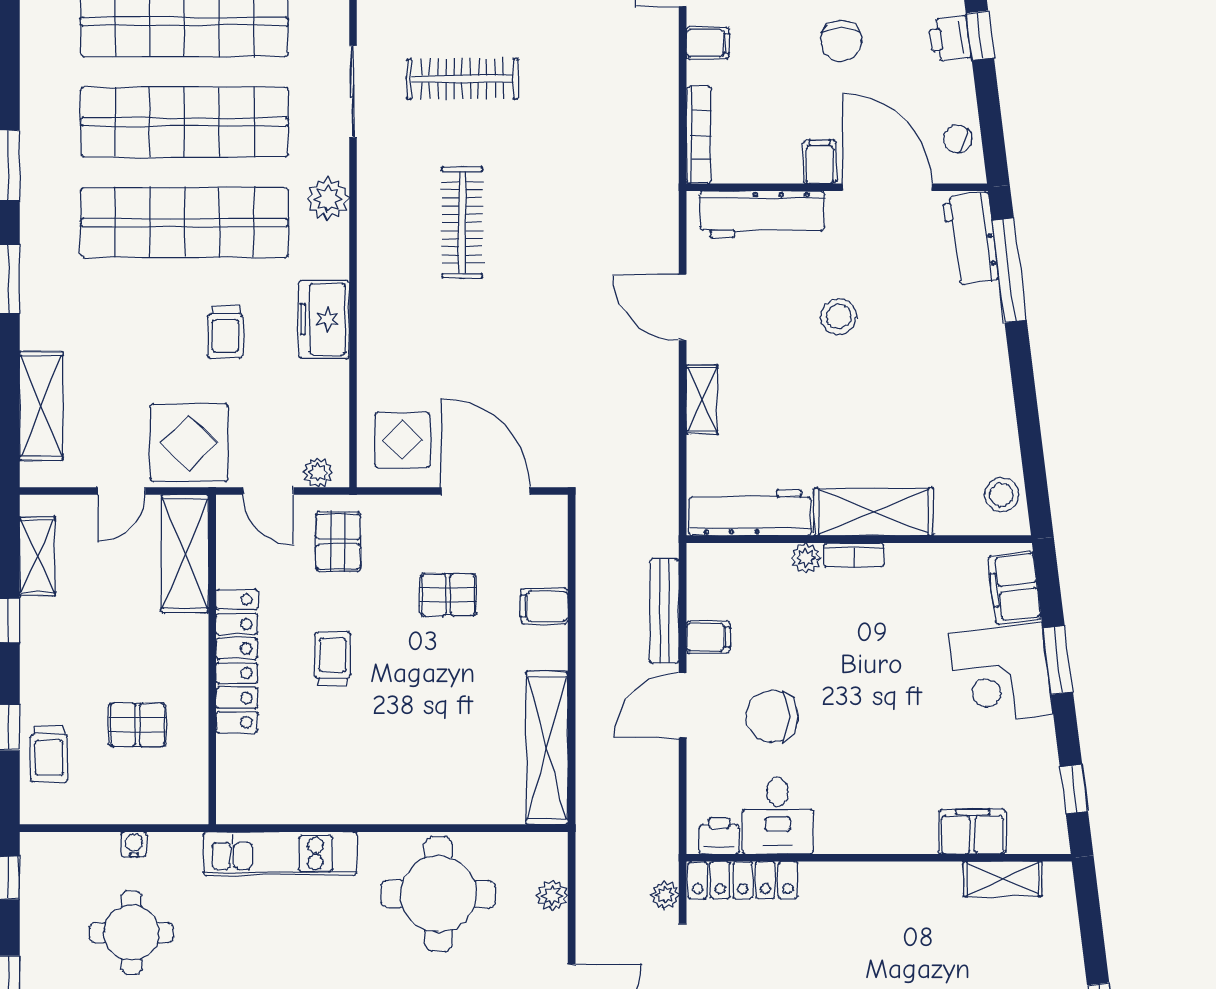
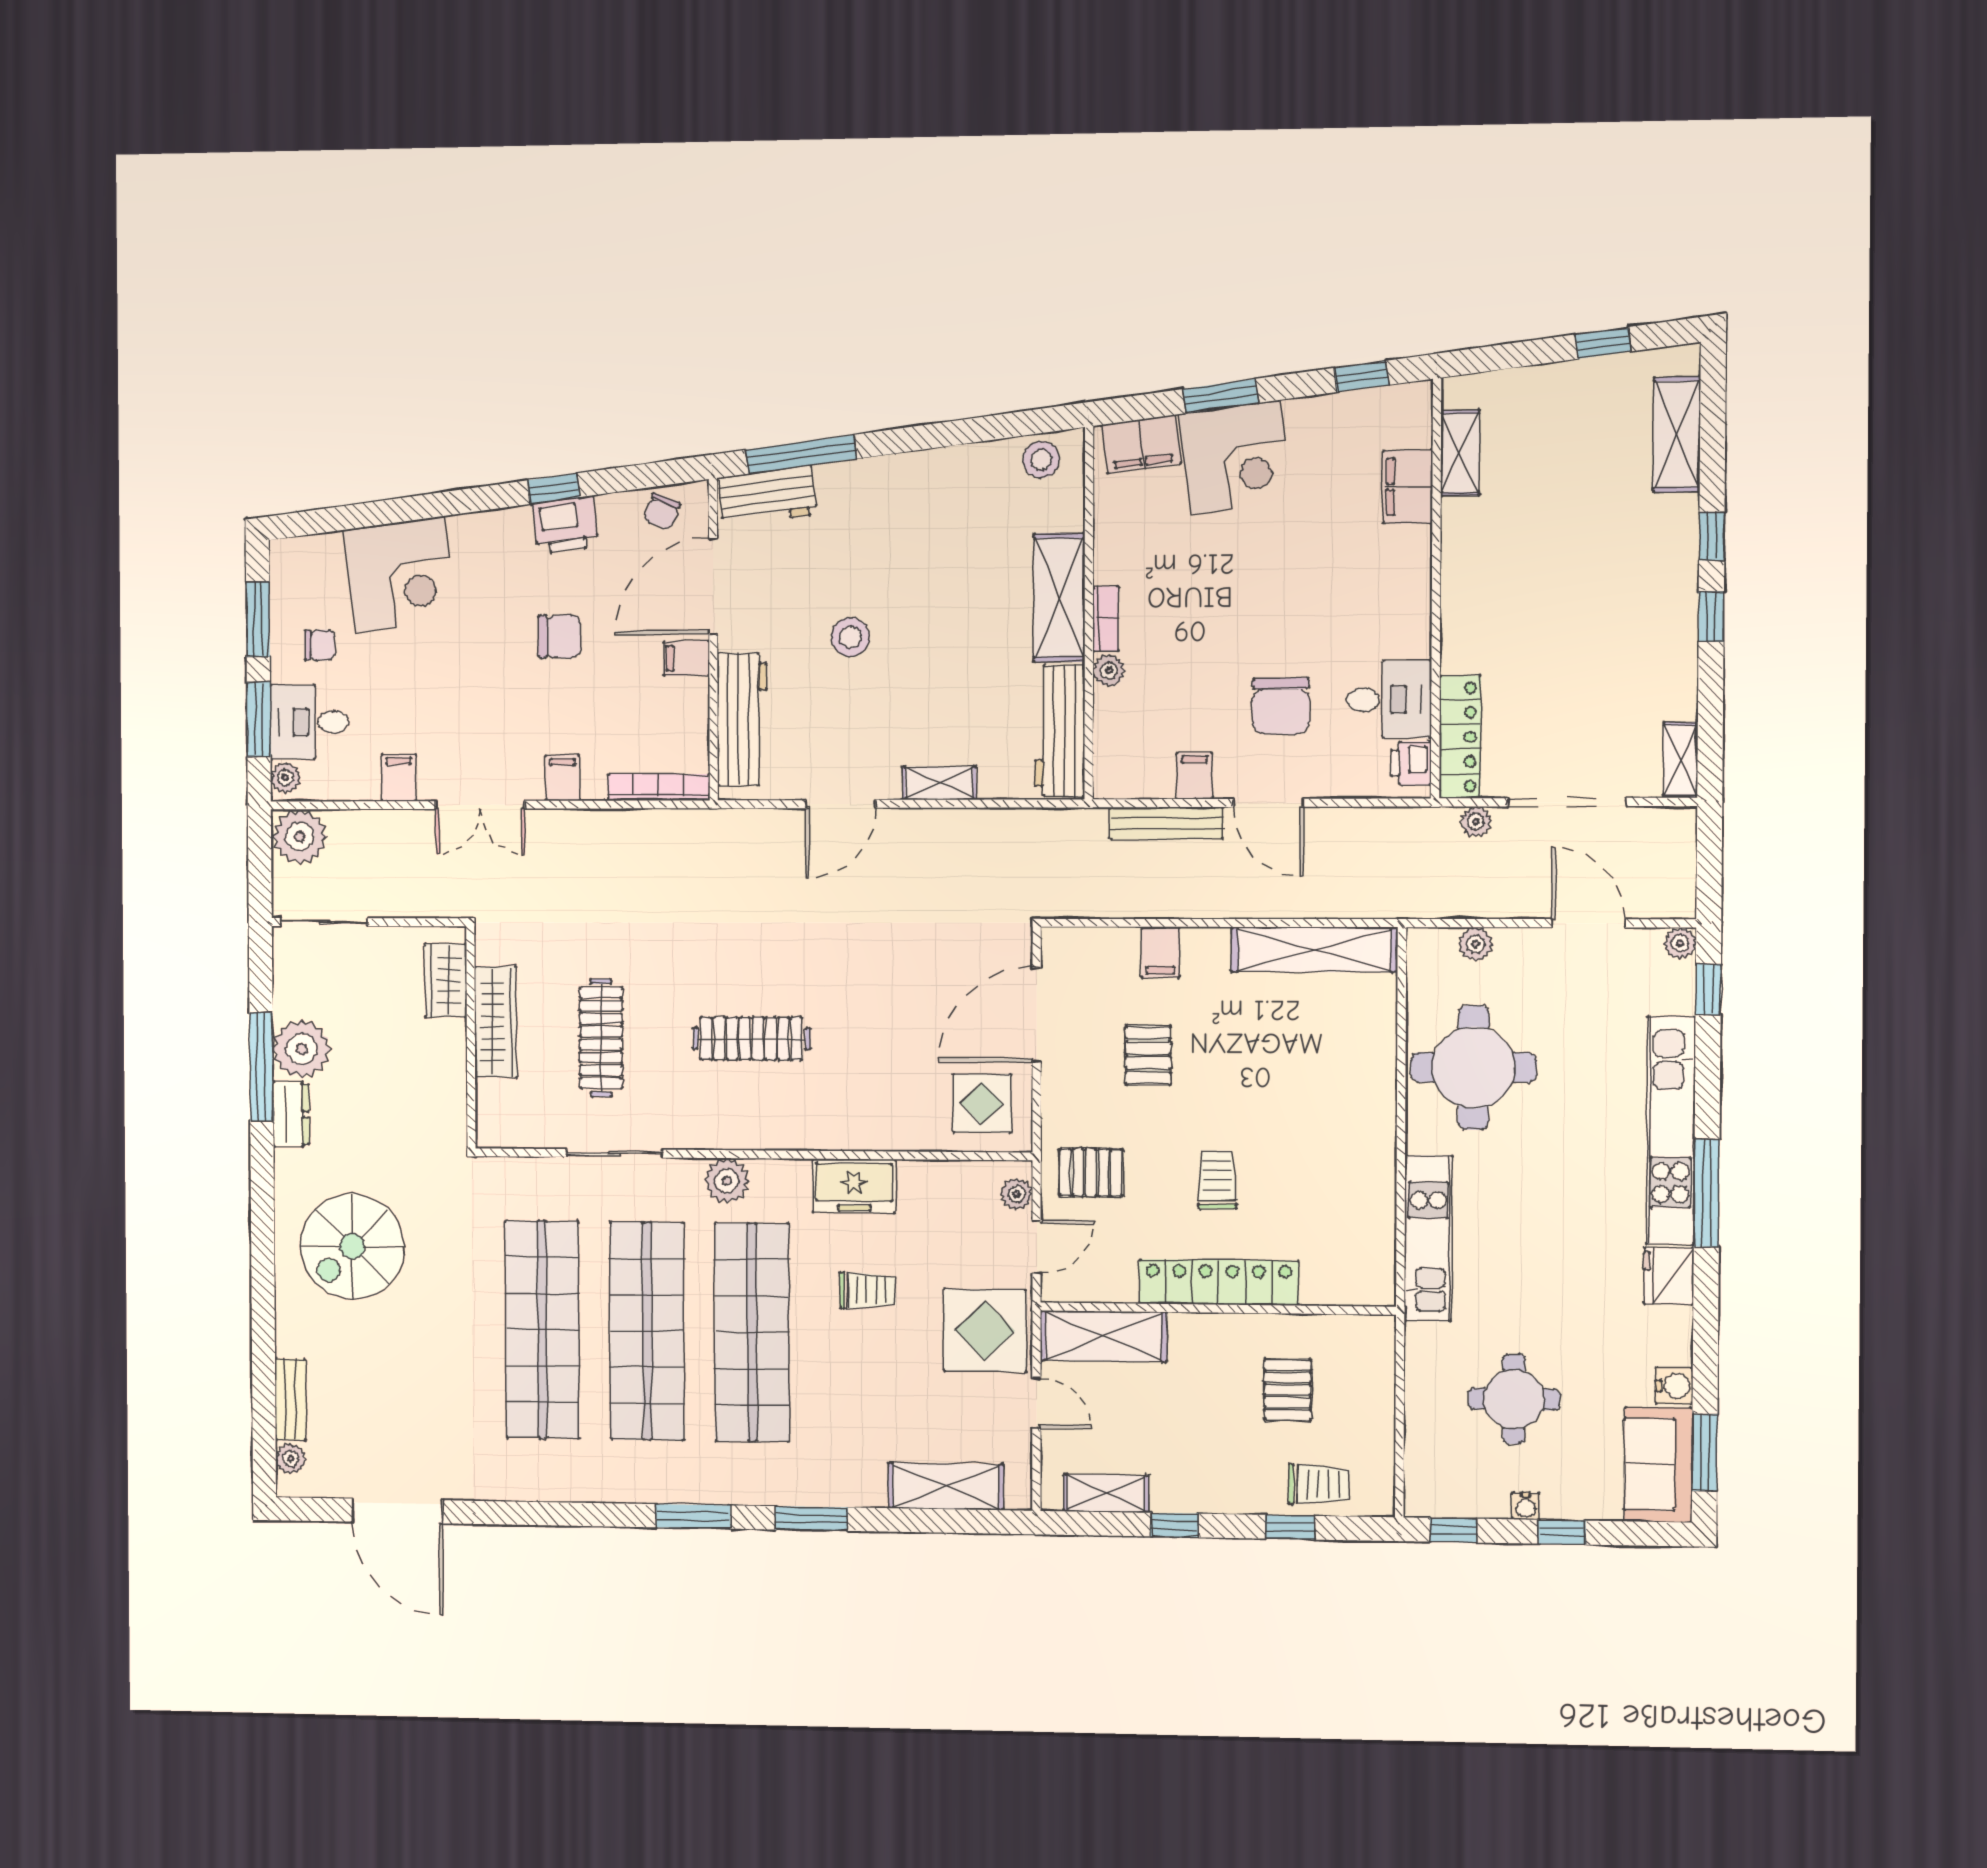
printer: (950, 39) -> (565, 525), width x1.36, depth x1.24
trolley: (333, 659) -> (1217, 1180), turned 89
water cooler: (134, 844) -> (1526, 1506), moved, turned -90

